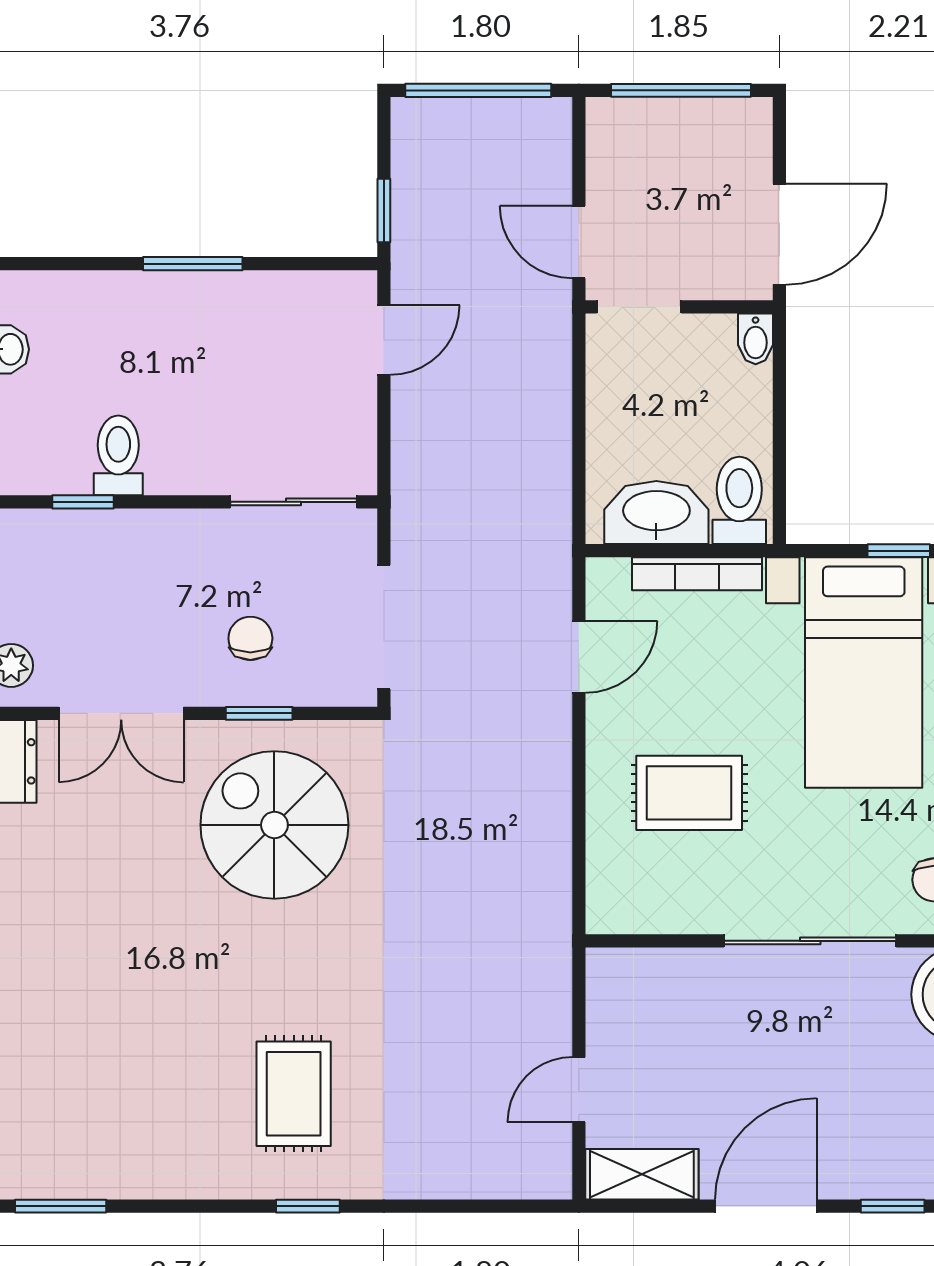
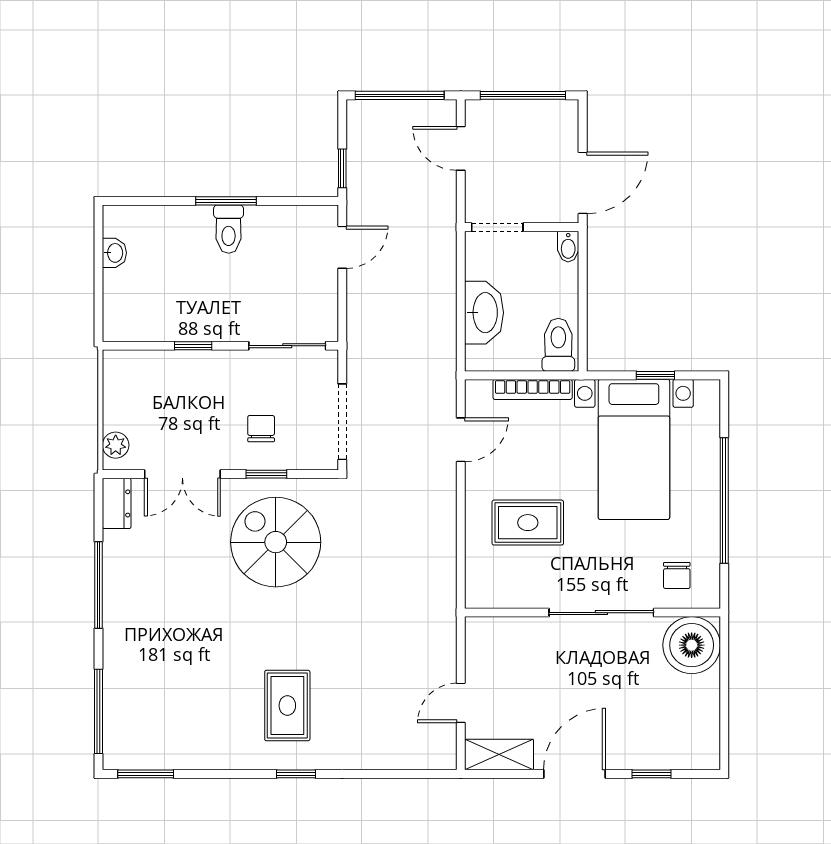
door: (579, 242) -> (461, 148), moved
toilet: (118, 455) -> (229, 229), moved, turned 180
window: (83, 502) -> (193, 346), moved
washbasin: (656, 513) -> (484, 313), moved, turned 90

